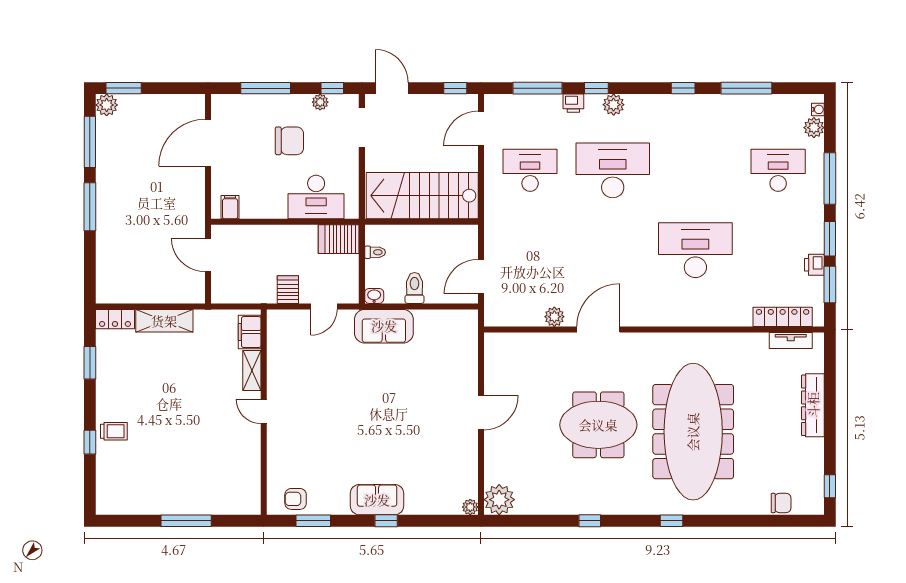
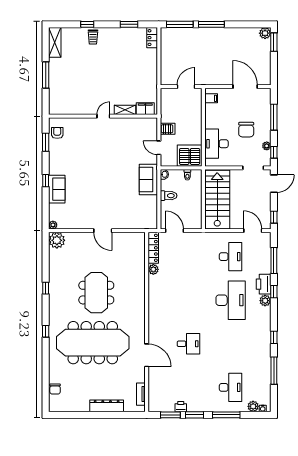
printer: (573, 103) -> (264, 284), width x1.87, depth x1.48
window: (90, 142) -> (180, 24), moved
server rack: (339, 239) -> (190, 156), width x1.60
desk: (695, 250) -> (188, 344), width x0.53, depth x0.77
locker: (783, 317) -> (153, 248), moved
shelving: (164, 321) -> (55, 42), moved
door: (598, 329) -> (147, 355), moved
window: (830, 486) -> (64, 415), removed
sofa: (377, 500) -> (57, 189), moved

